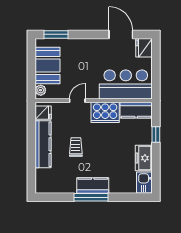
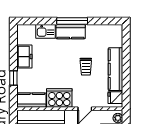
kitchen sink: (144, 183) -> (46, 31), moved, turned 90

